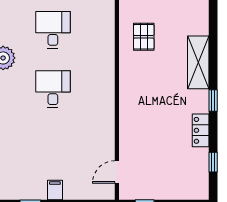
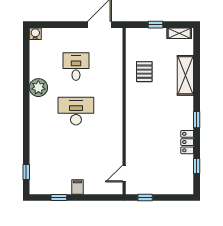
shelving: (198, 62) -> (185, 75), moved
desk: (53, 89) -> (76, 111), width x1.37

